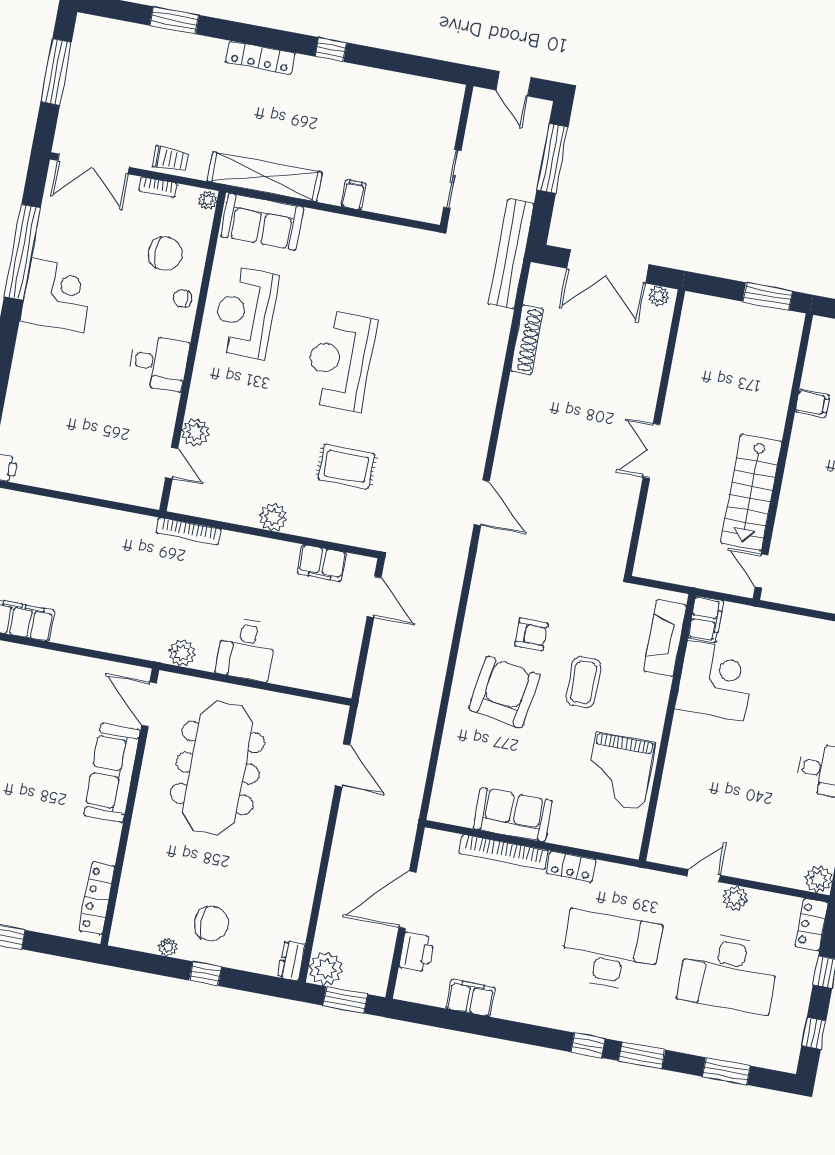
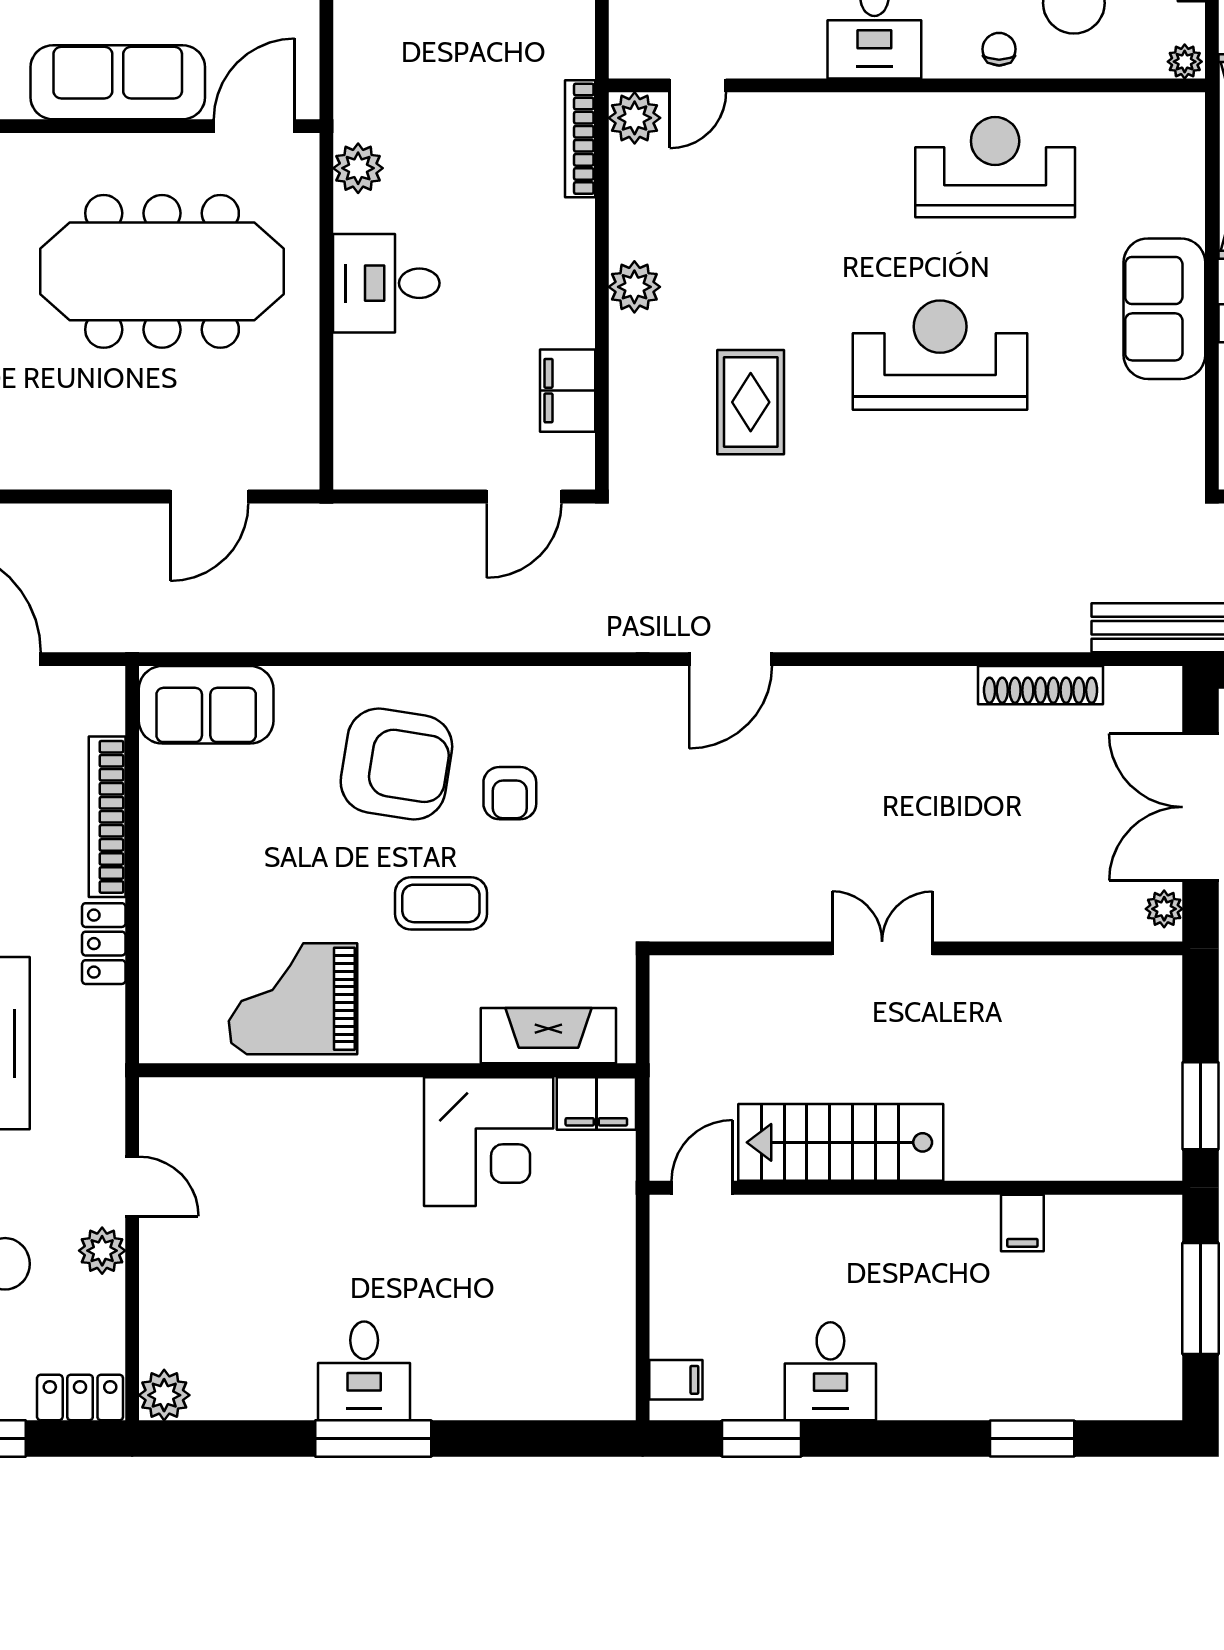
sofa: (262, 222) -> (1164, 309), moved
plant: (195, 432) -> (635, 118), moved
sofa: (513, 815) -> (206, 705), moved, turned 90

